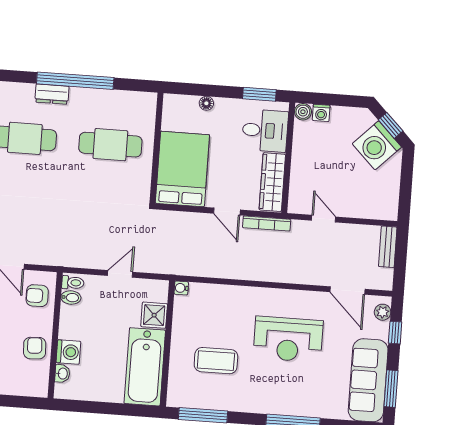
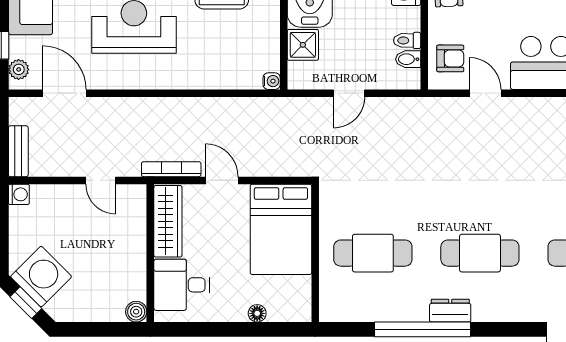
window: (259, 94) -> (192, 329), removed
washing machine: (321, 113) -> (19, 194), moved, turned 90
toilet: (73, 283) -> (407, 40), moved

